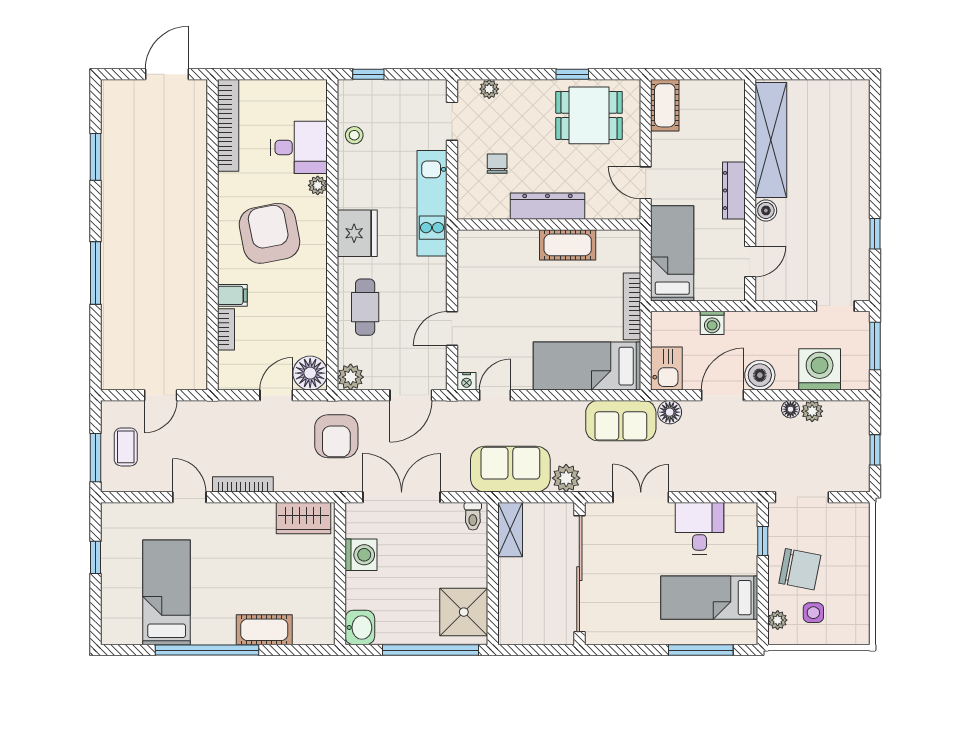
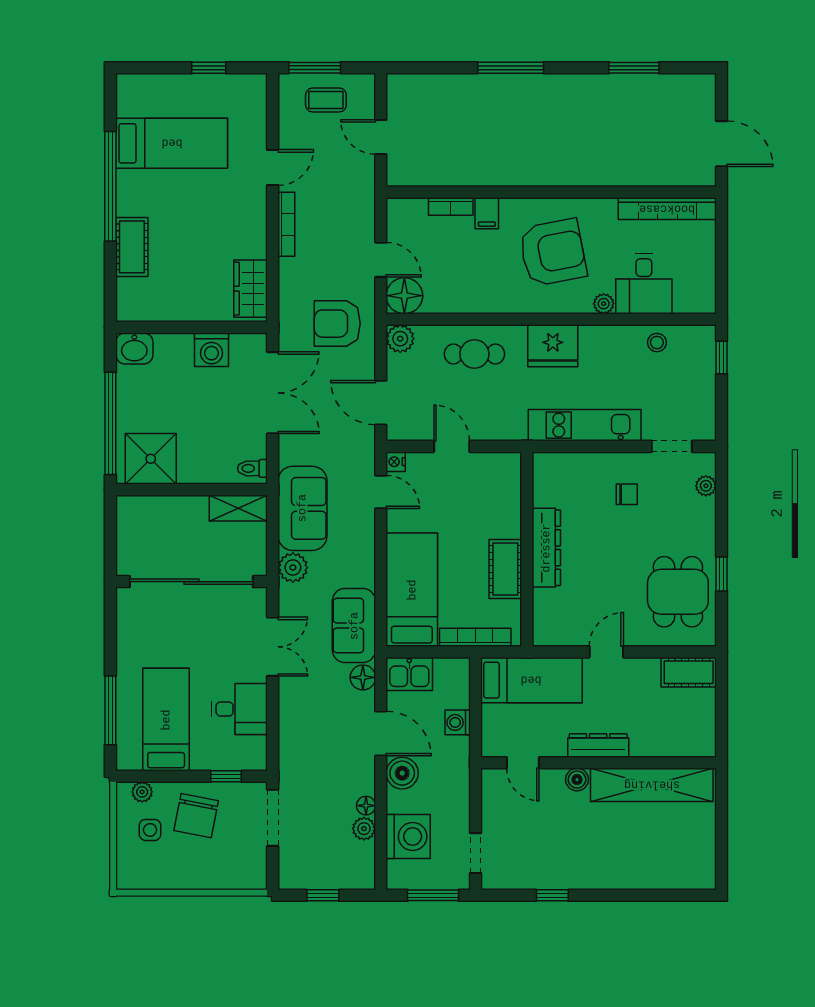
dresser: (547, 206) -> (546, 548), moved
wall: (549, 225) -> (527, 549), moved
cot: (568, 245) -> (505, 569), moved

